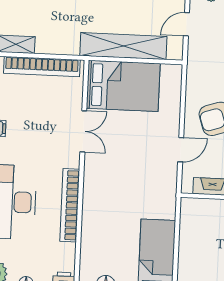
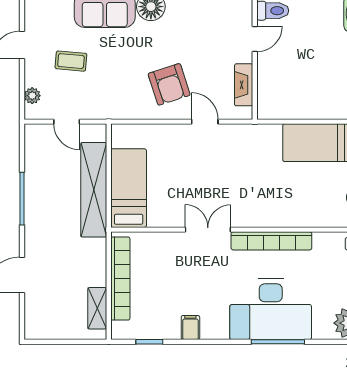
bed: (123, 86) -> (129, 188), width x0.67
double door: (83, 131) -> (208, 230), moved

